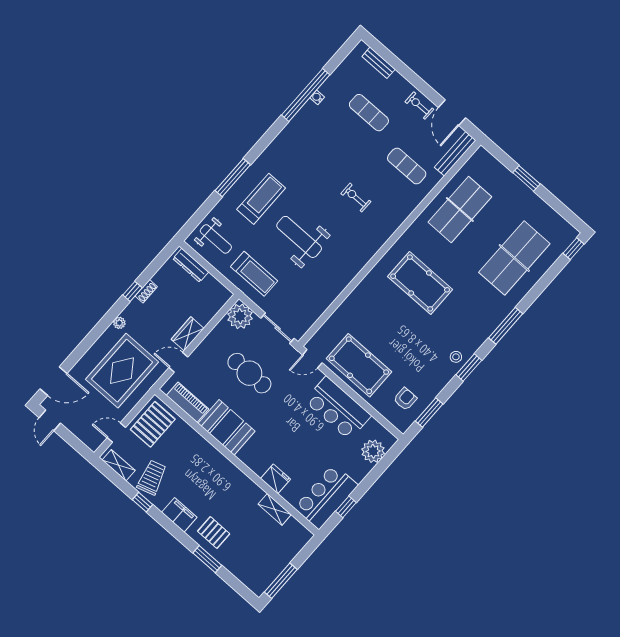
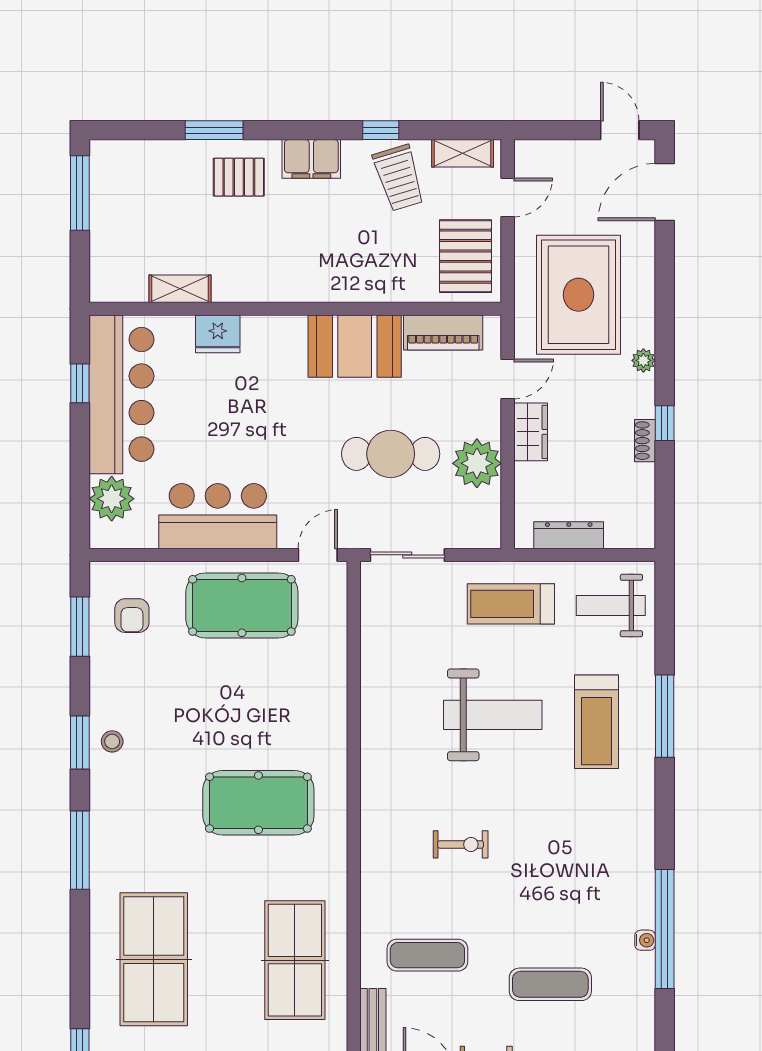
dresser: (191, 265) -> (569, 535), moved
plant: (240, 316) -> (477, 463), moved
bar counter: (326, 497) -> (121, 394), width x1.36

